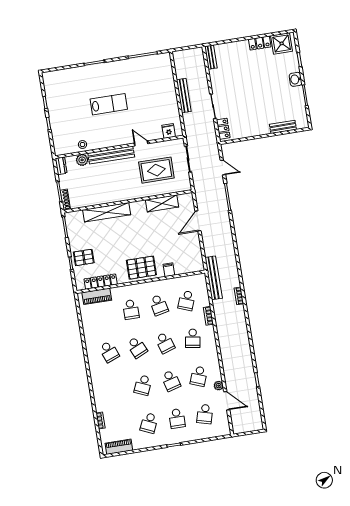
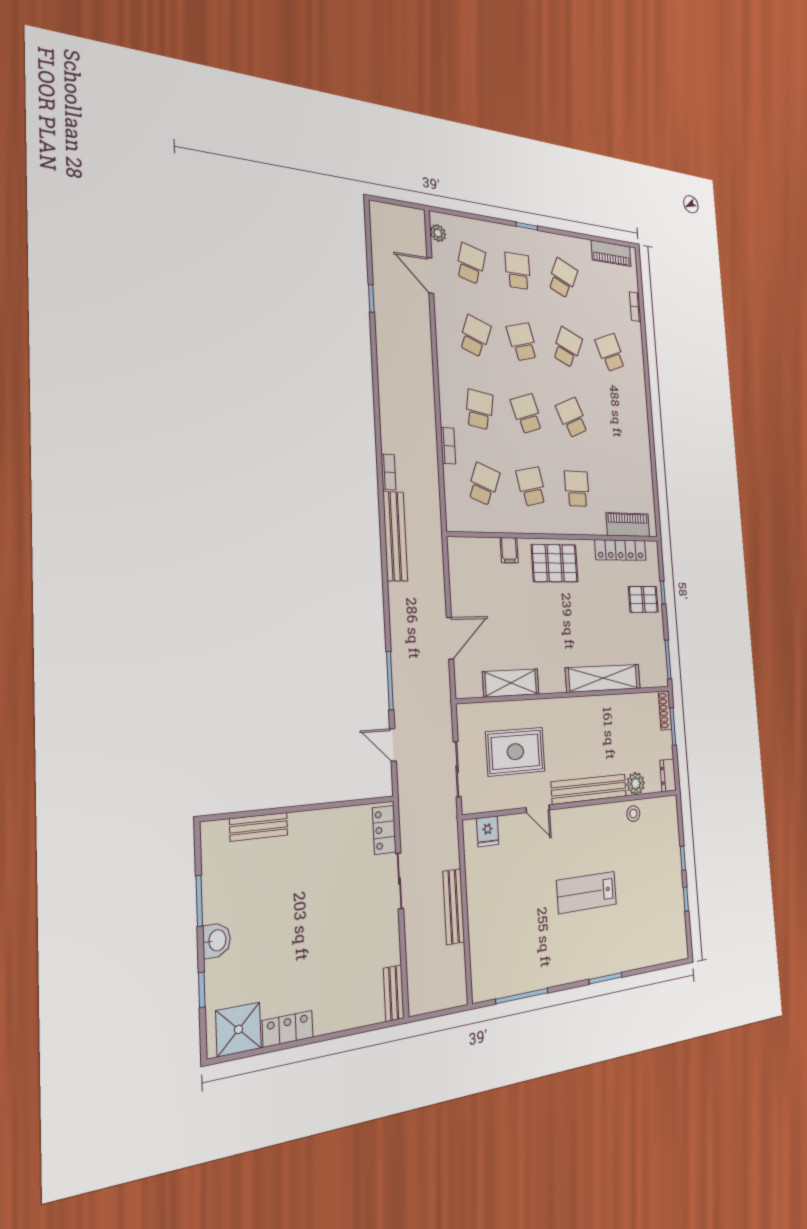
bench: (214, 278) -> (395, 536), moved
school desk: (109, 352) -> (610, 353), moved
plant: (219, 386) -> (438, 233), moved

